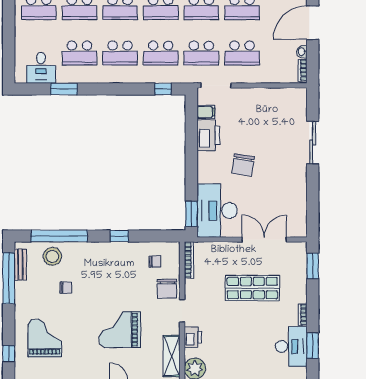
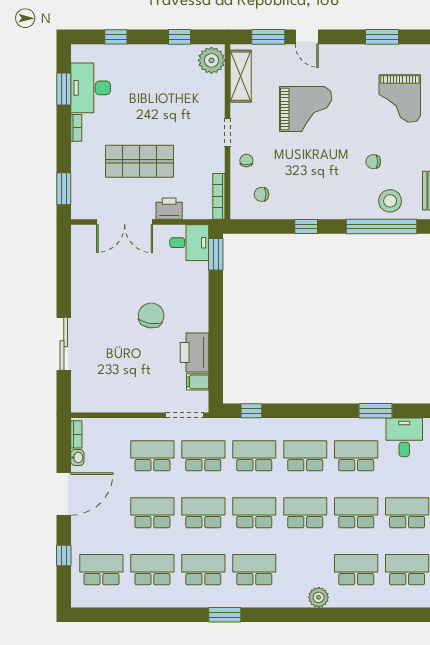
desk: (217, 211) -> (189, 243), width x0.53, depth x0.77
chair: (167, 289) -> (246, 160), width x0.54, depth x0.54
printer: (193, 337) -> (169, 209), moved, turned 90

